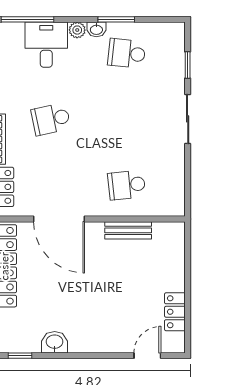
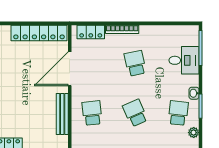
plant: (77, 30) -> (194, 133), moved
school desk: (127, 119) -> (135, 113), added
bench: (128, 230) -> (62, 114), width x1.36

